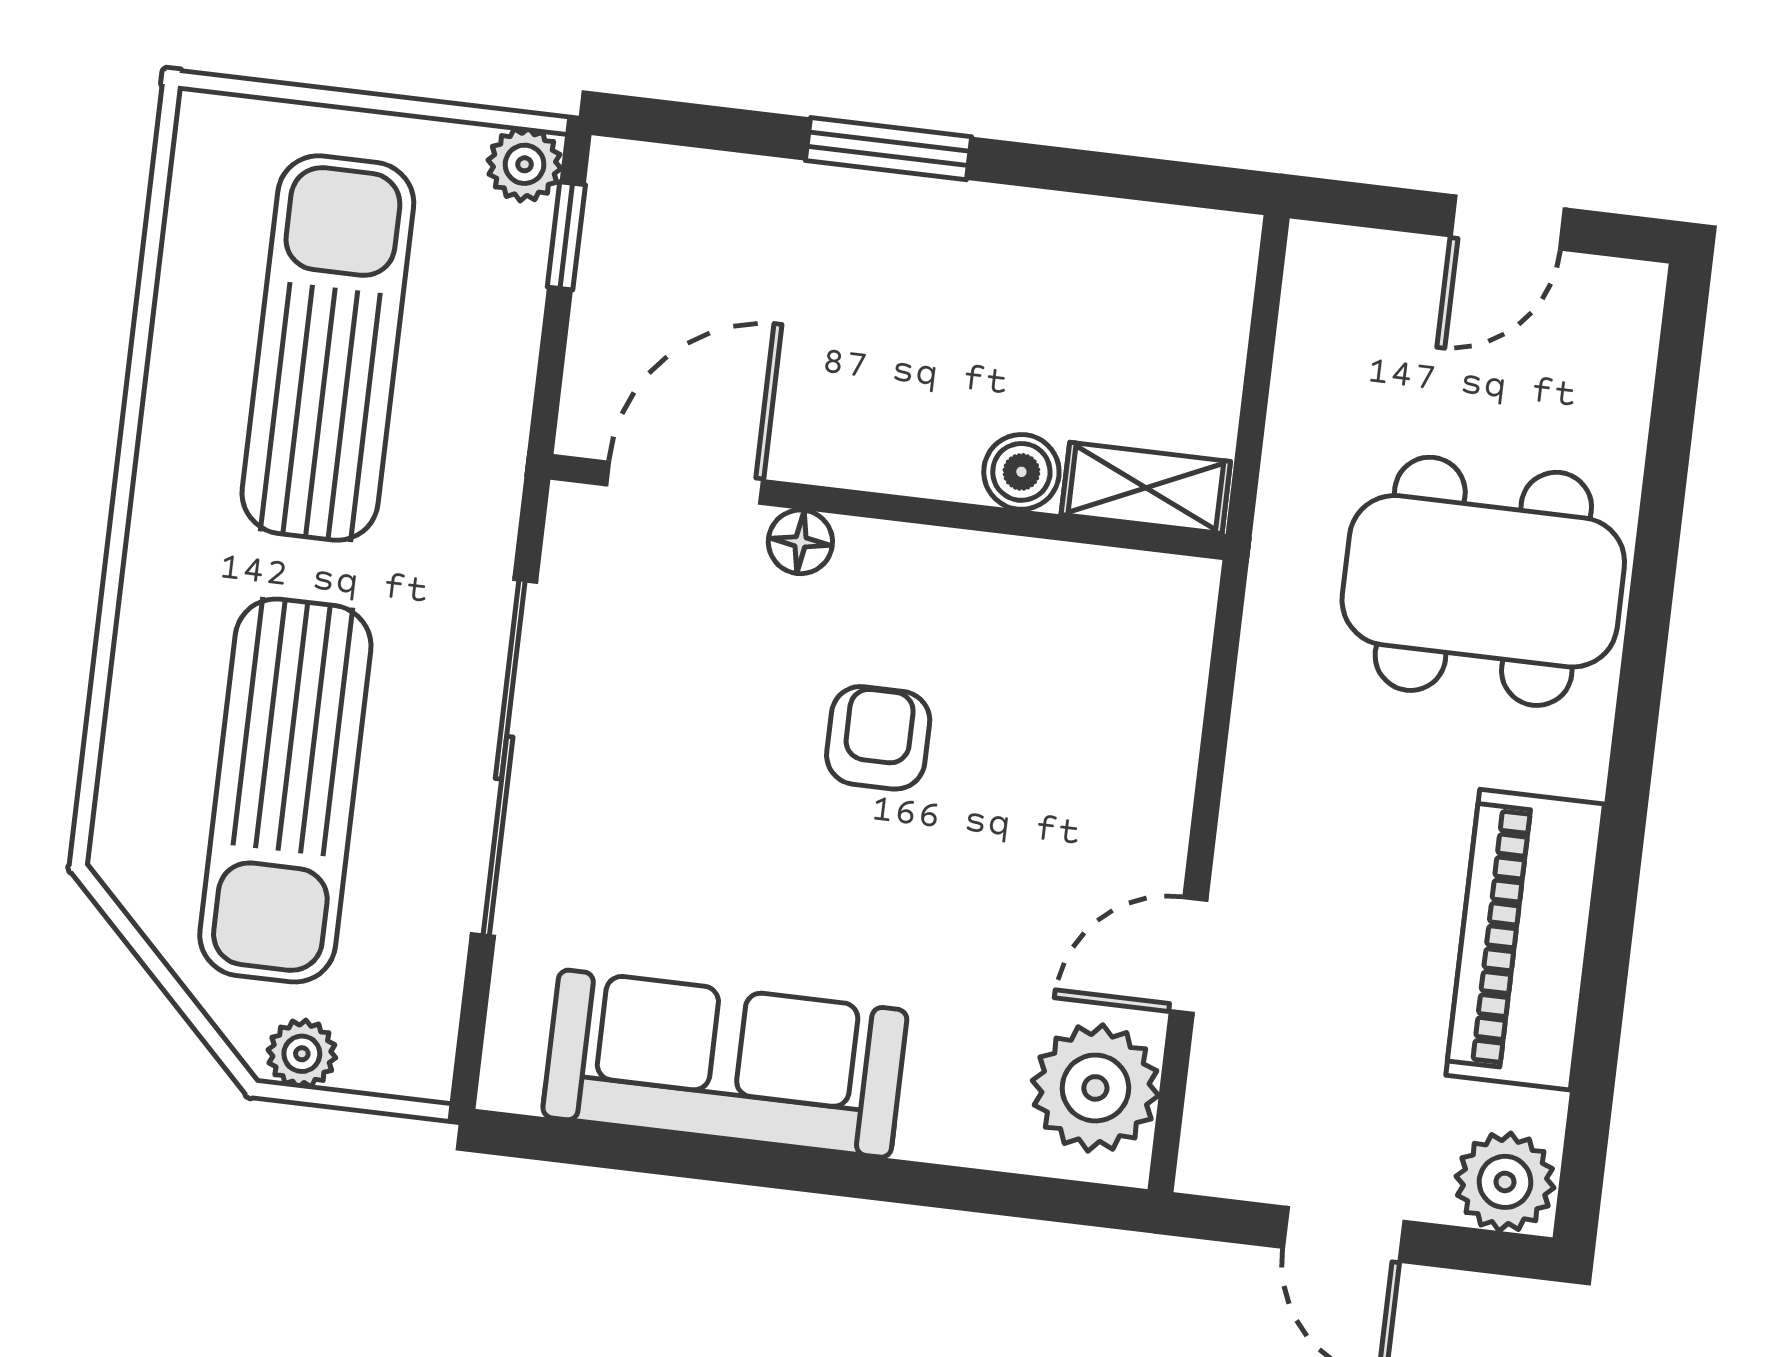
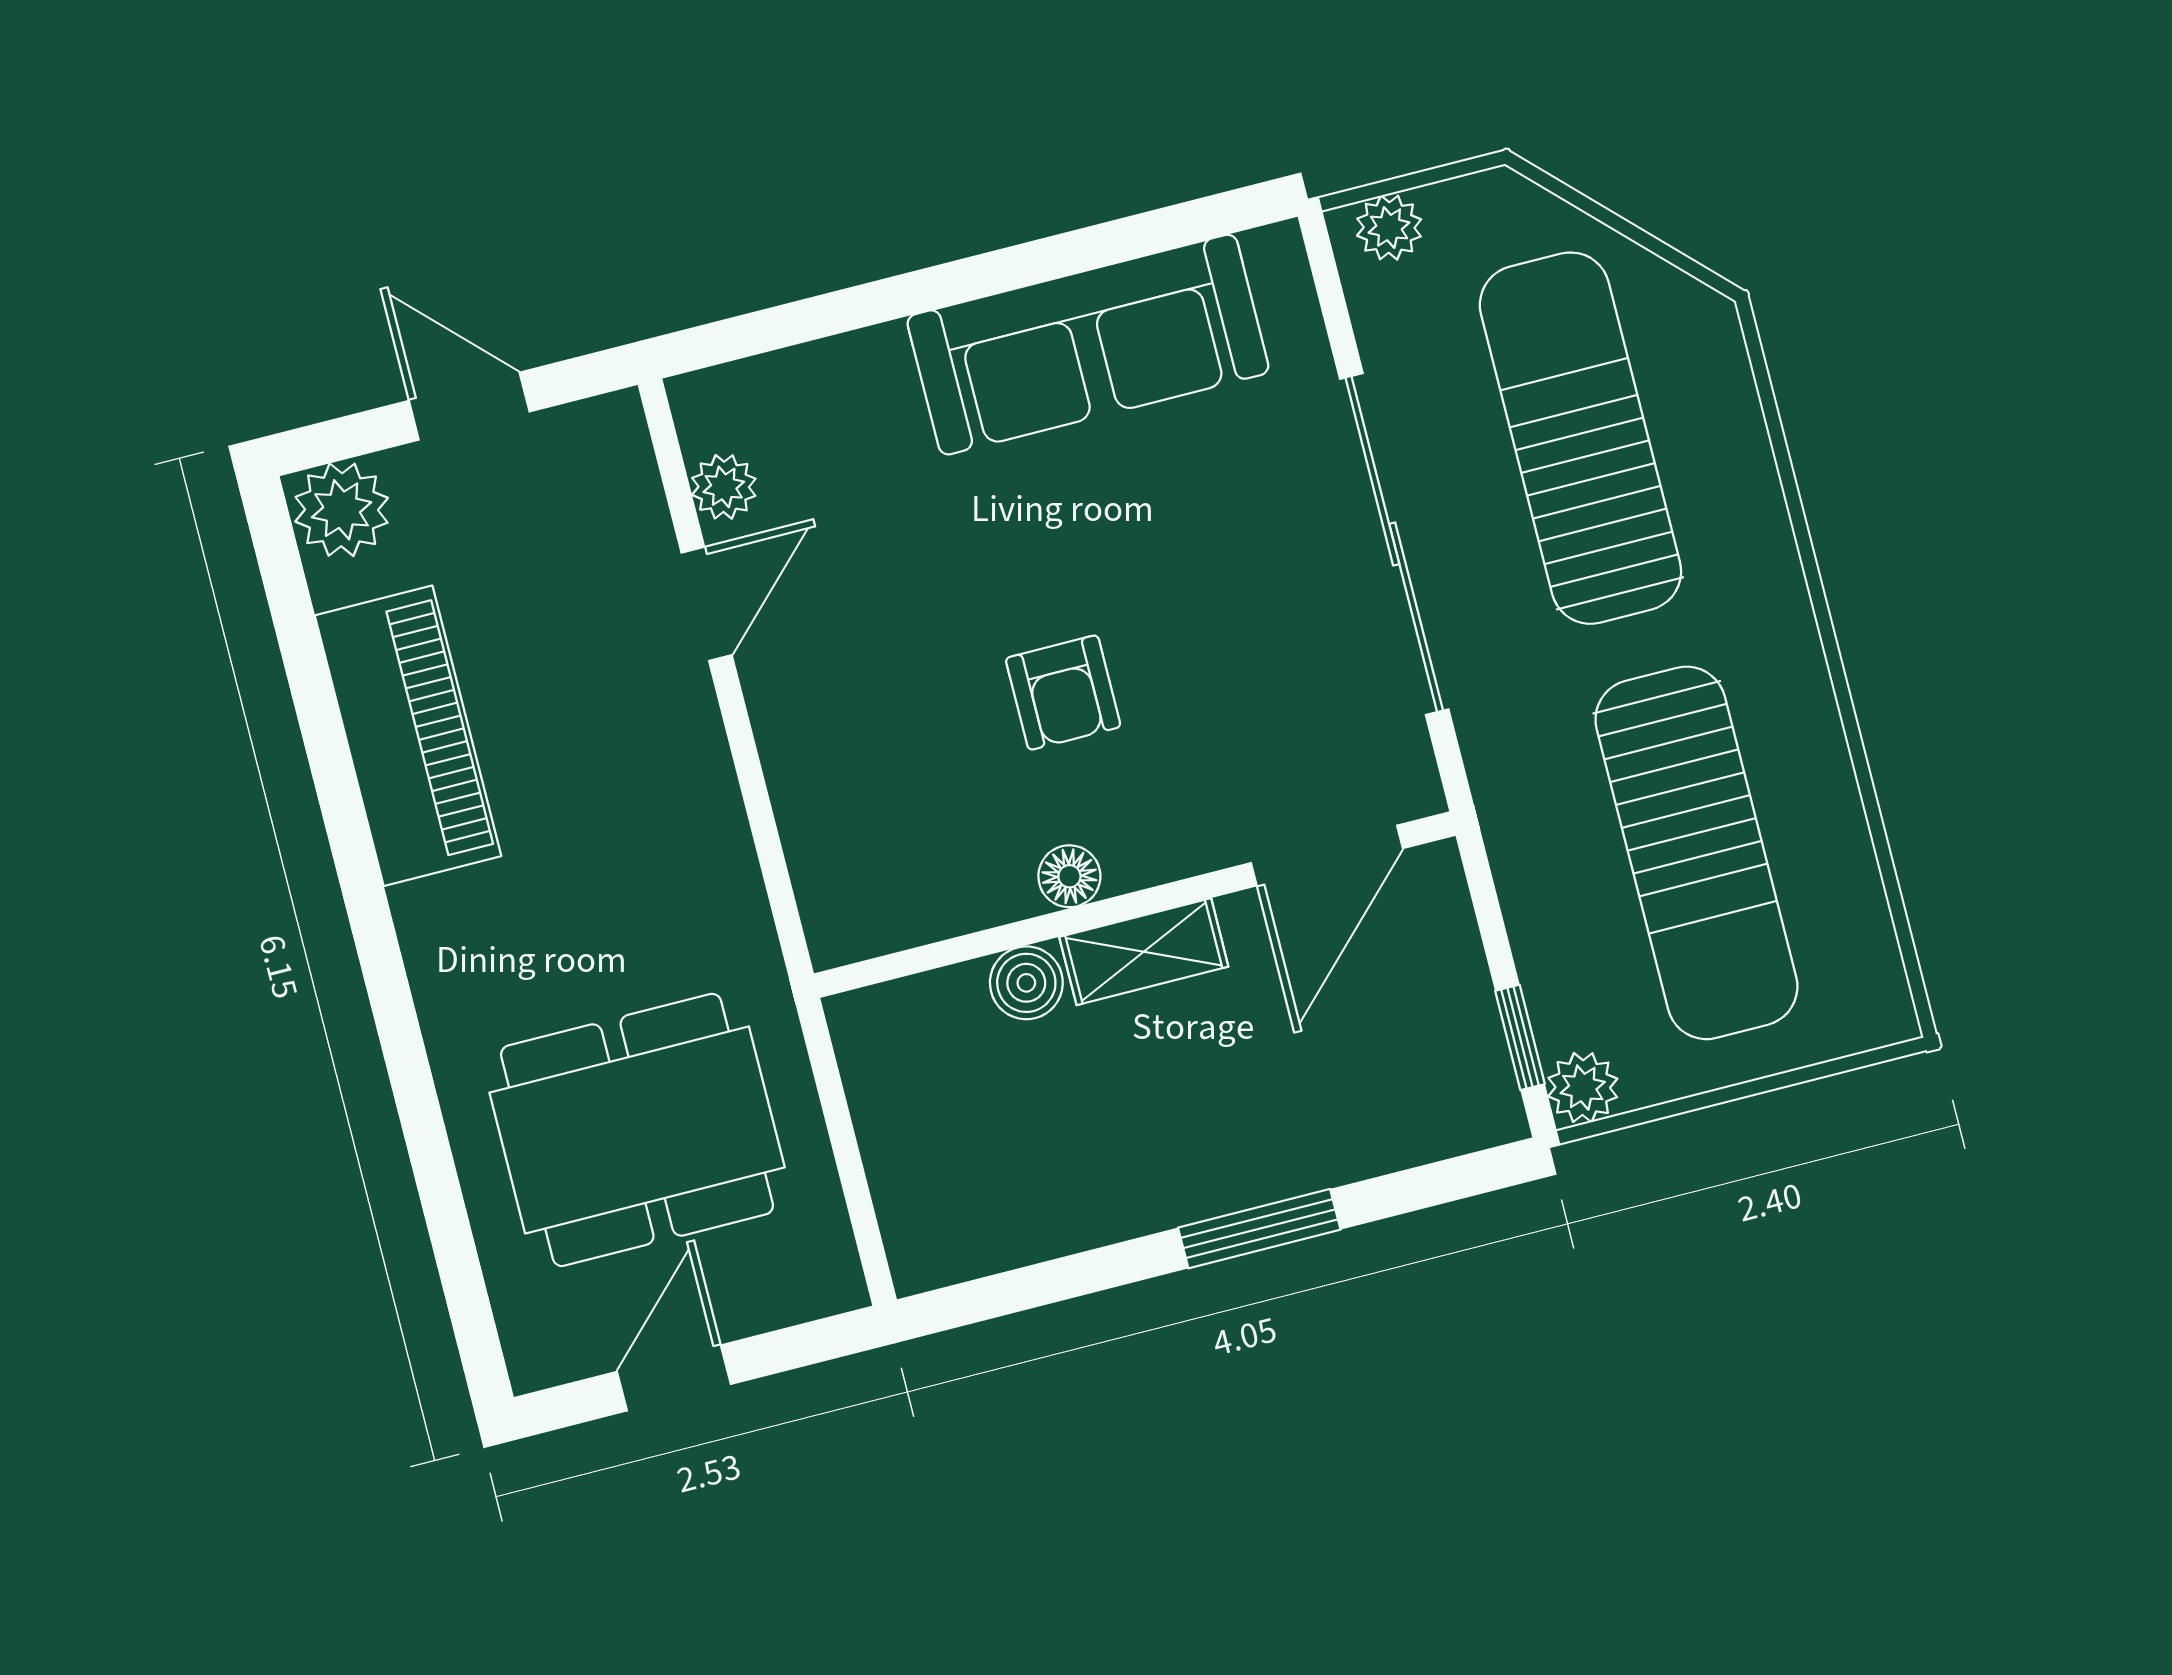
shelving: (1146, 488) -> (1144, 952), moved
floor lamp: (800, 542) -> (1069, 876), moved
dining table: (1483, 581) -> (637, 1130), moved
plant: (302, 1054) -> (1389, 228), moved
plant: (1095, 1088) -> (724, 487), width x0.53, depth x0.53

